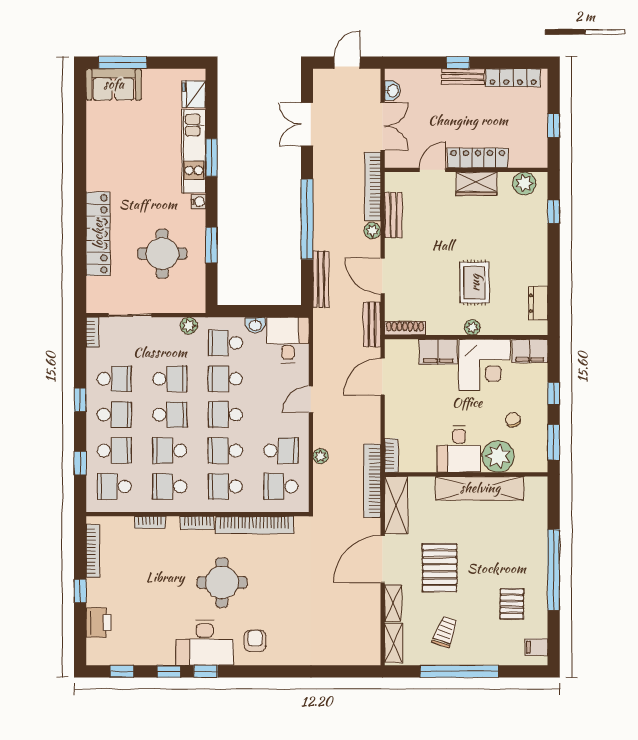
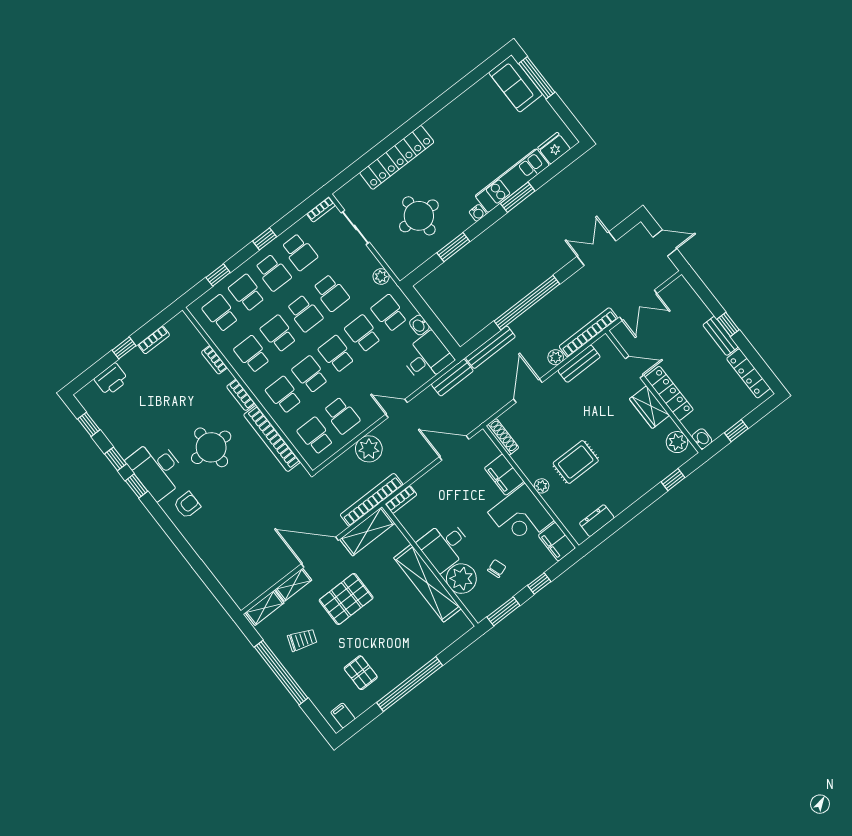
washbasin: (392, 91) -> (702, 439), moved, turned -90
bench: (372, 324) -> (452, 378), moved
school desk: (114, 451) -> (247, 293), turned 180
plant: (321, 456) -> (369, 449), width x1.88, depth x1.88
bookcase: (93, 551) -> (154, 340), width x0.64
pallet: (512, 604) -> (361, 673), turned 90

